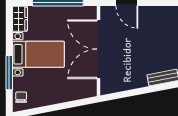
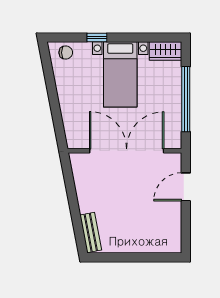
window: (9, 73) -> (97, 37), width x0.46

